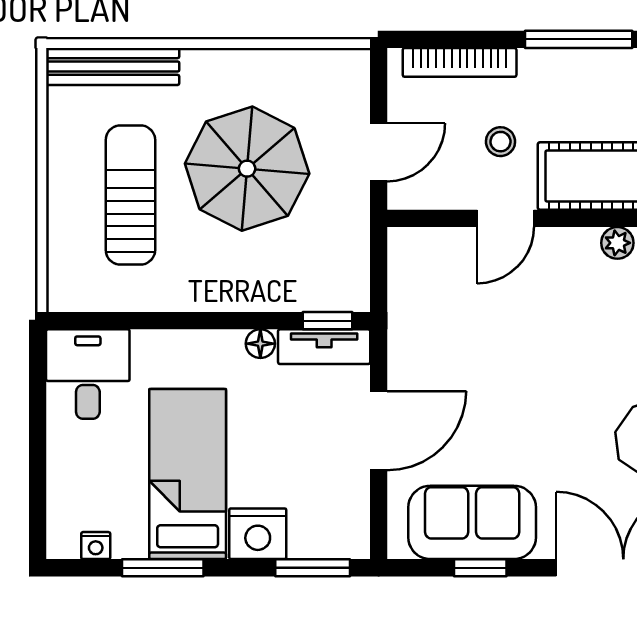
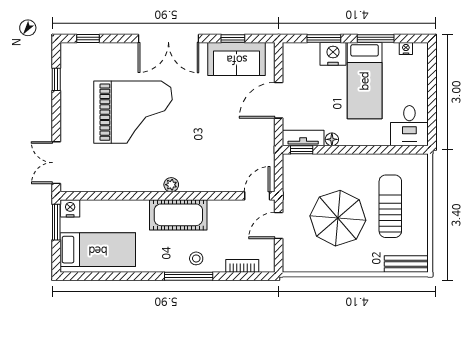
bookcase: (460, 62) -> (242, 266), width x0.64
bench: (113, 66) -> (406, 264), width x0.73
stool: (500, 142) -> (196, 258), moved
sun lounger: (130, 195) -> (390, 206), turned 180
door: (505, 218) -> (257, 196), moved
window: (313, 568) -> (324, 39), moved

